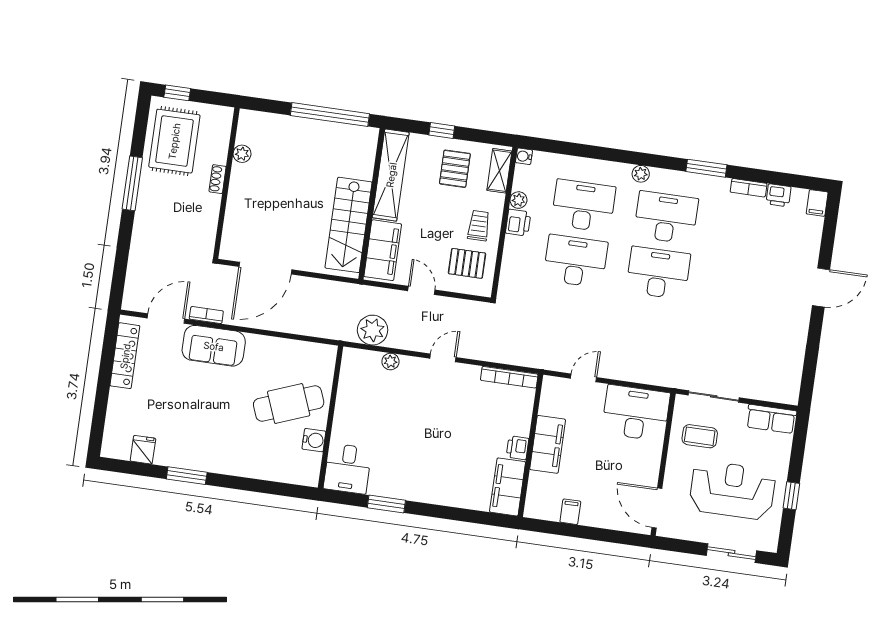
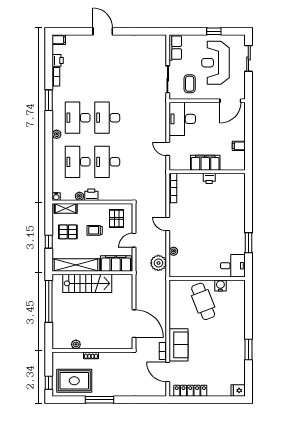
stairs: (349, 225) -> (87, 283), moved
trolley: (479, 226) -> (95, 230), moved
fridge: (143, 450) -> (238, 390), moved
filing cabinet: (508, 487) -> (231, 181), removed

